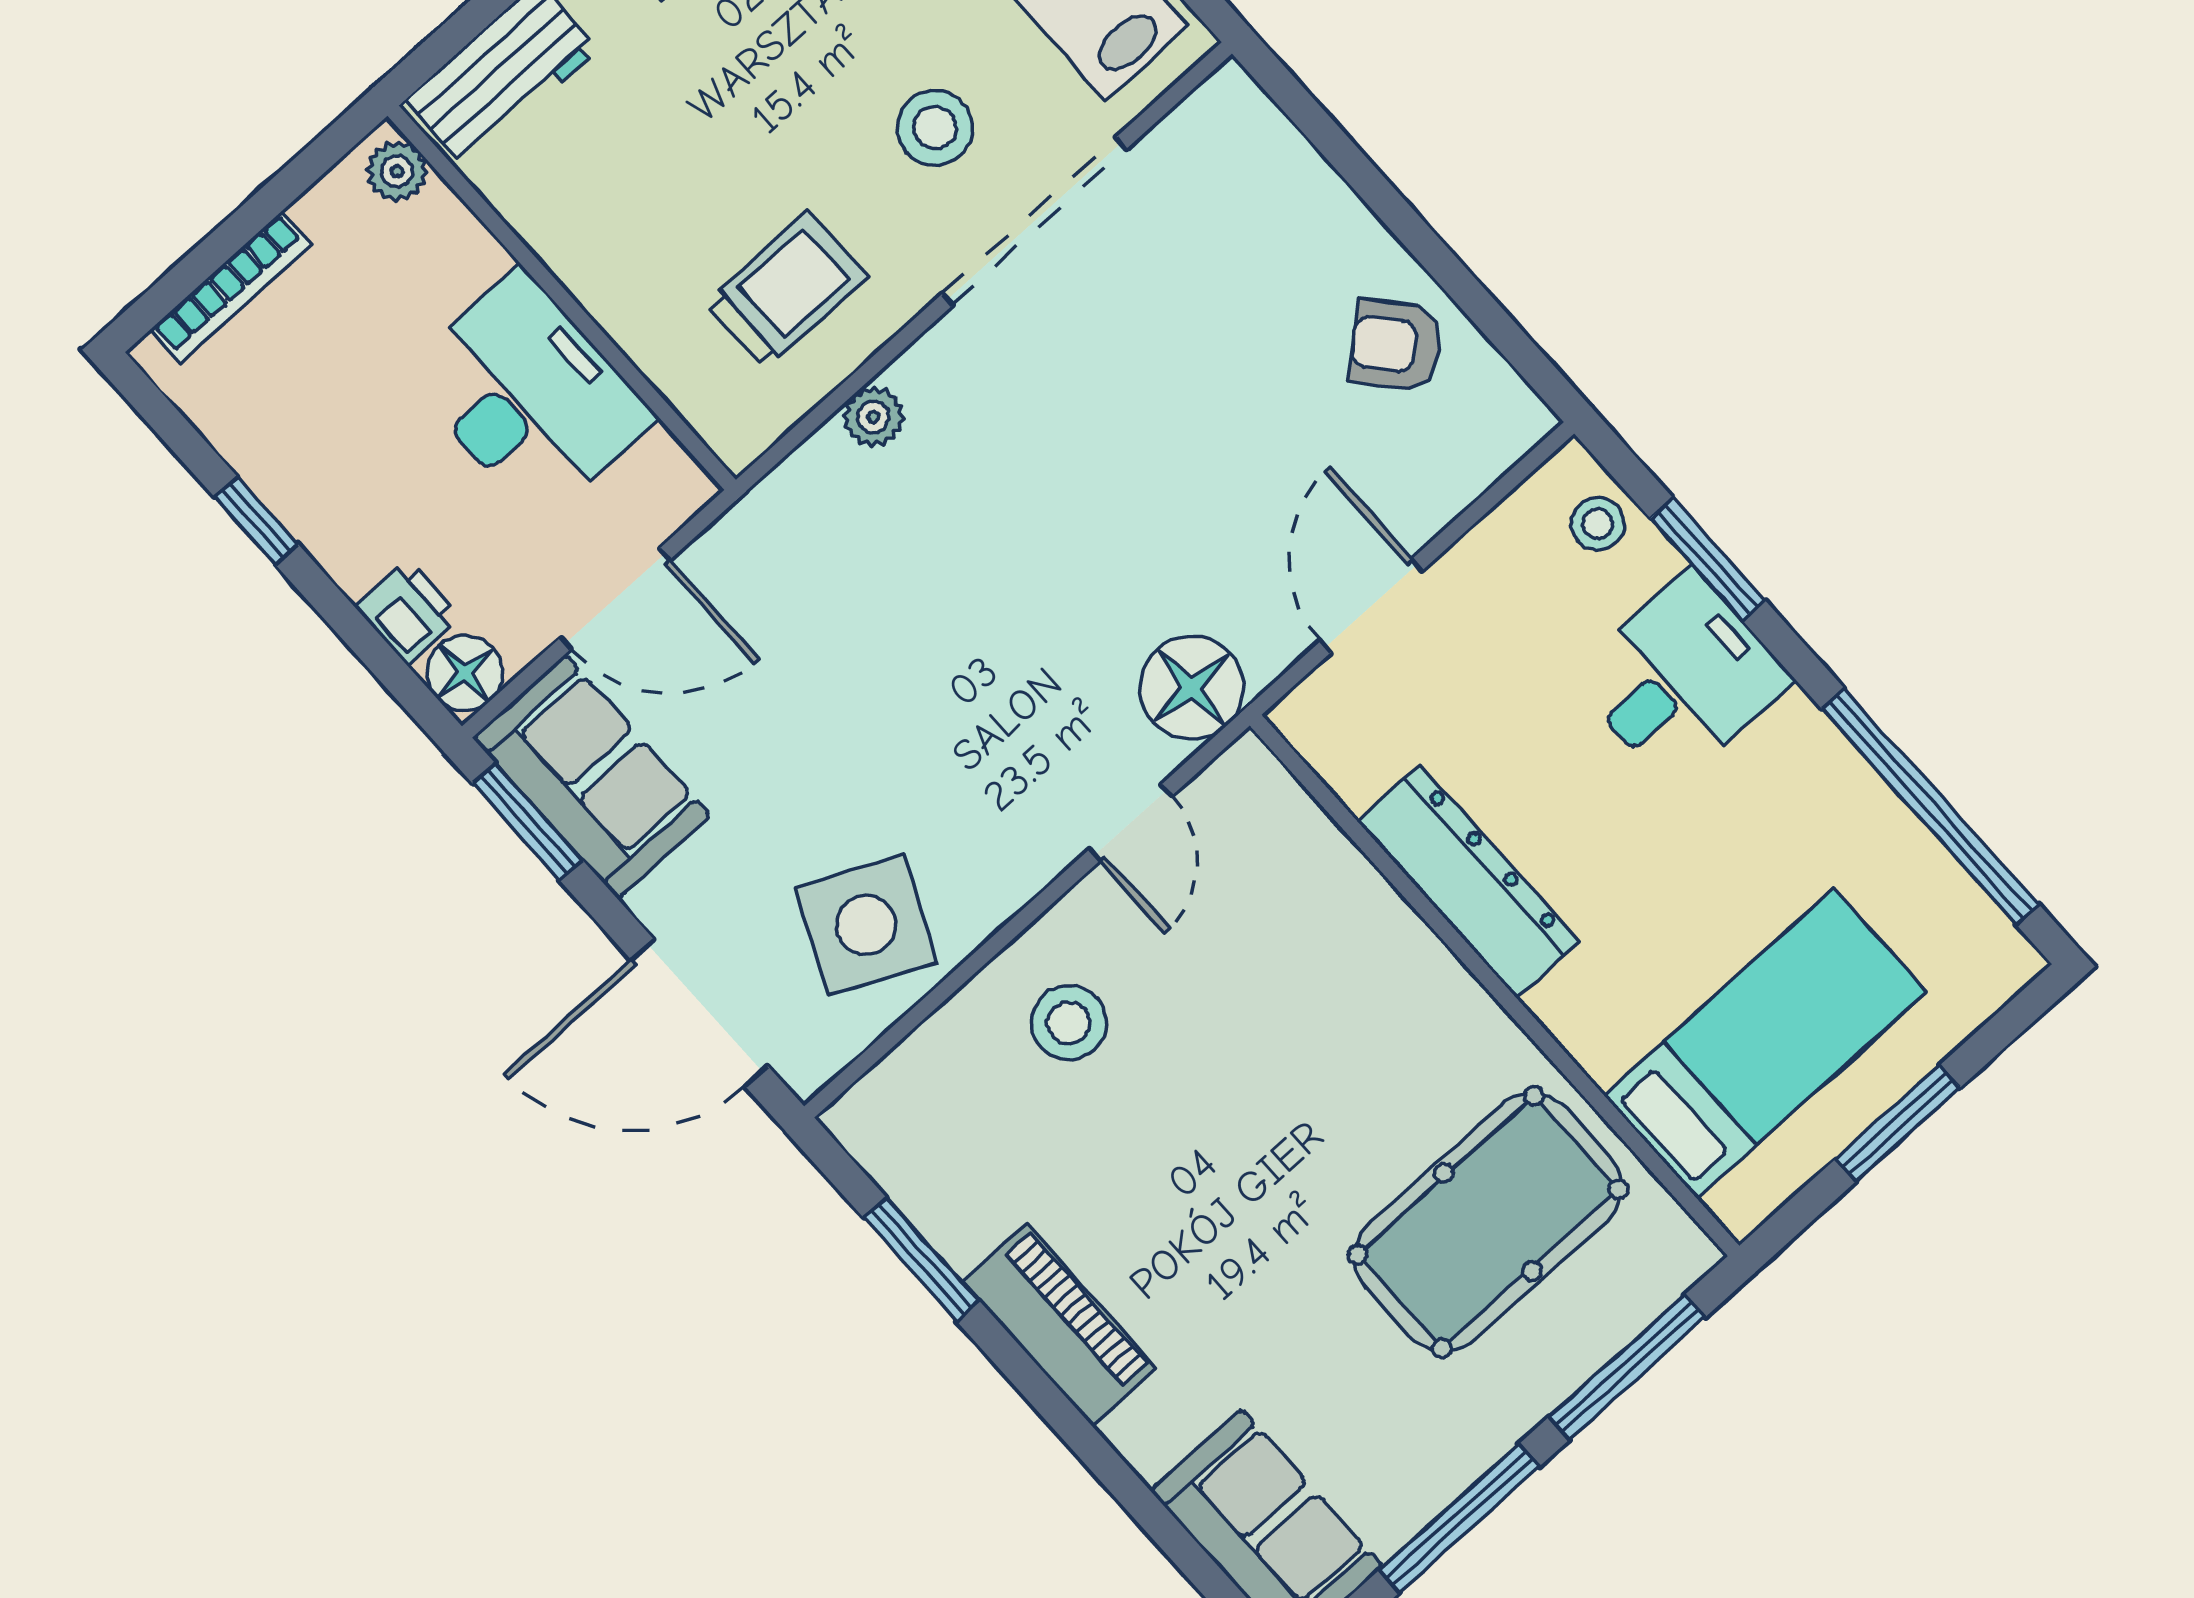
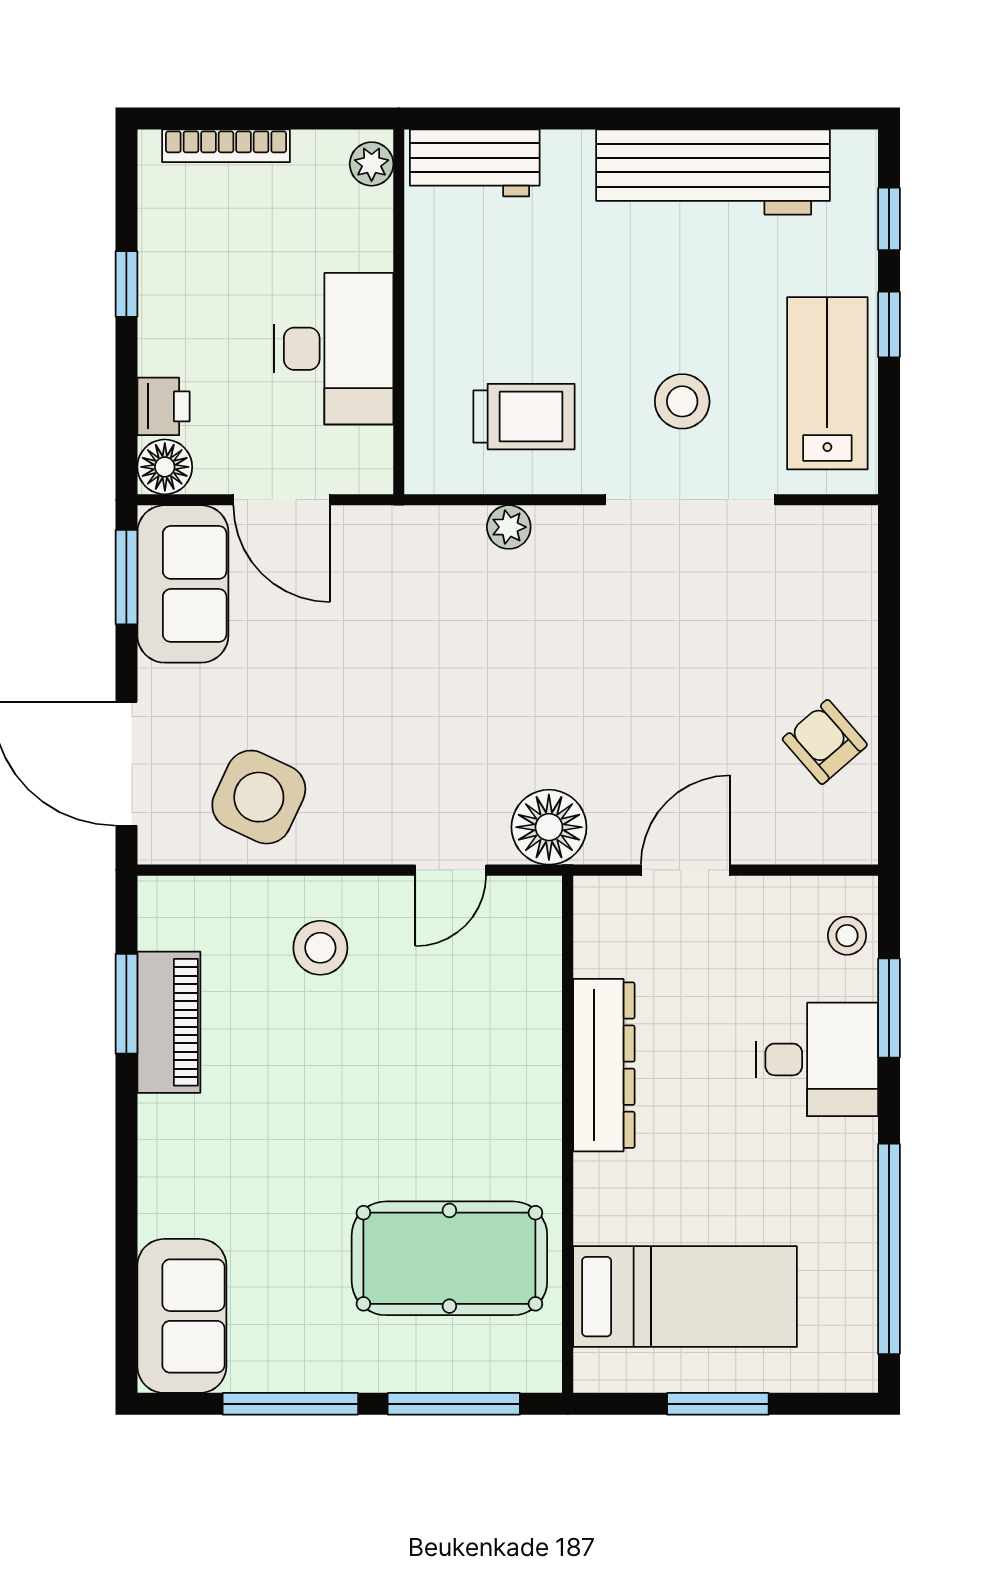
piano: (1059, 1325) -> (169, 1022), moved

